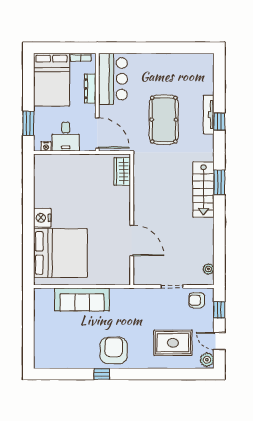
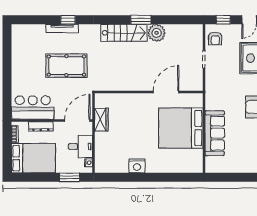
wardrobe: (122, 171) -> (101, 120), moved, turned -90
window: (219, 182) -> (141, 20), moved
nightstand: (42, 218) -> (137, 166), moved
bed: (60, 253) -> (181, 128), moved, turned -90
plant: (208, 269) -> (157, 33), moved, width x1.88, depth x1.88

